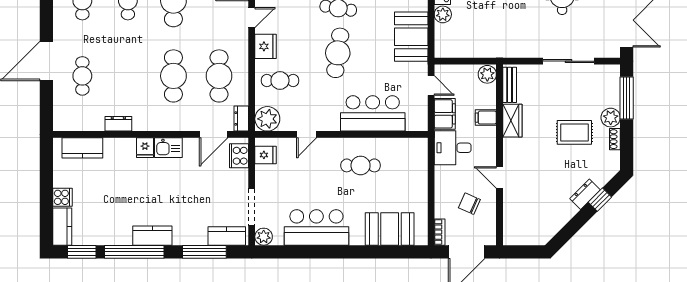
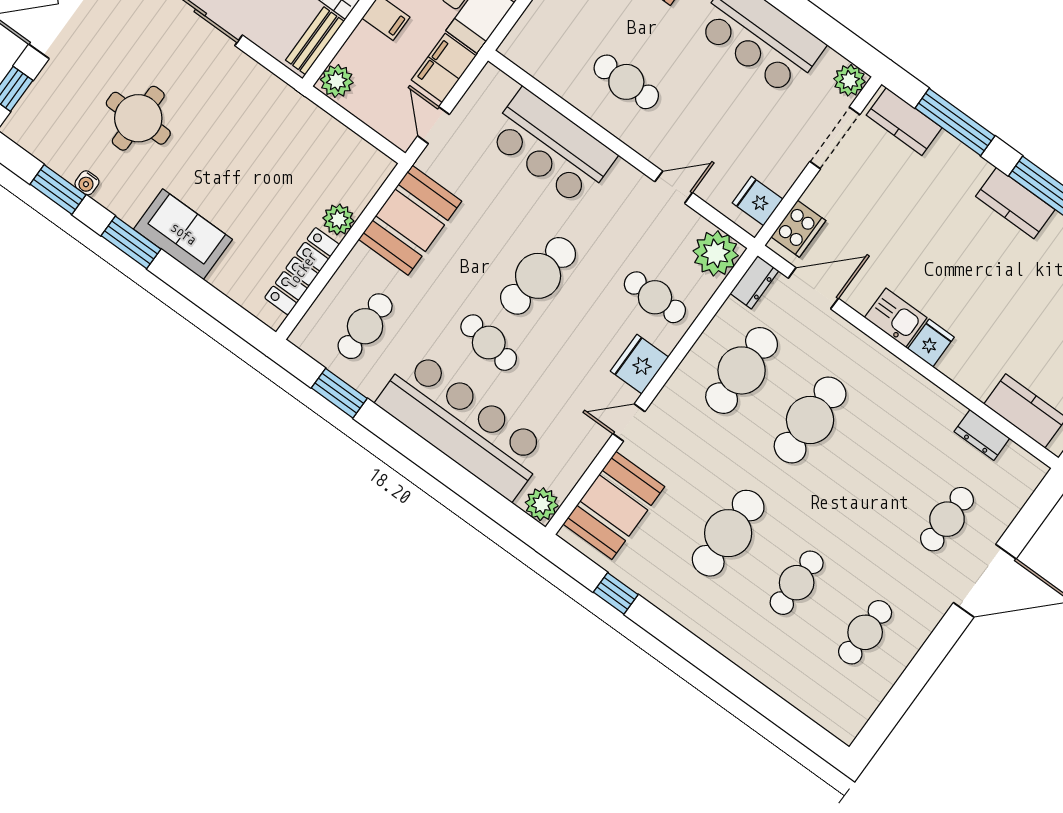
dresser: (118, 124) -> (982, 435), moved

